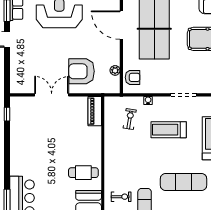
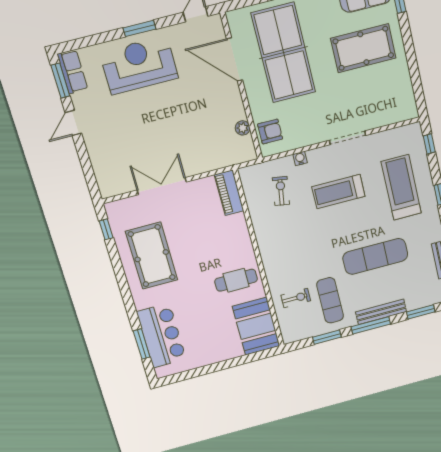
armchair: (81, 71) -> (195, 142), removed
pool table: (32, 140) -> (152, 256), added

